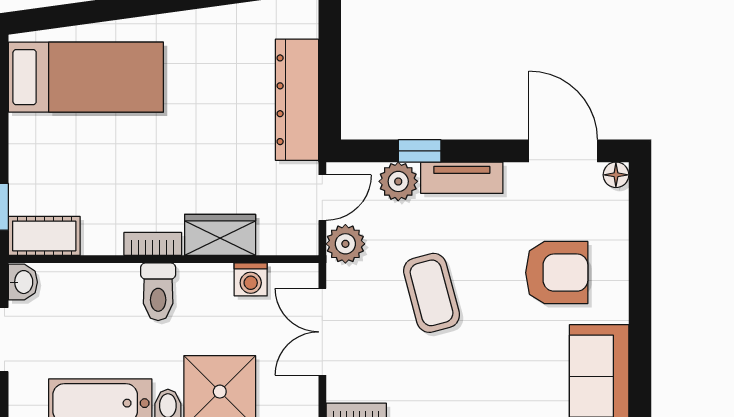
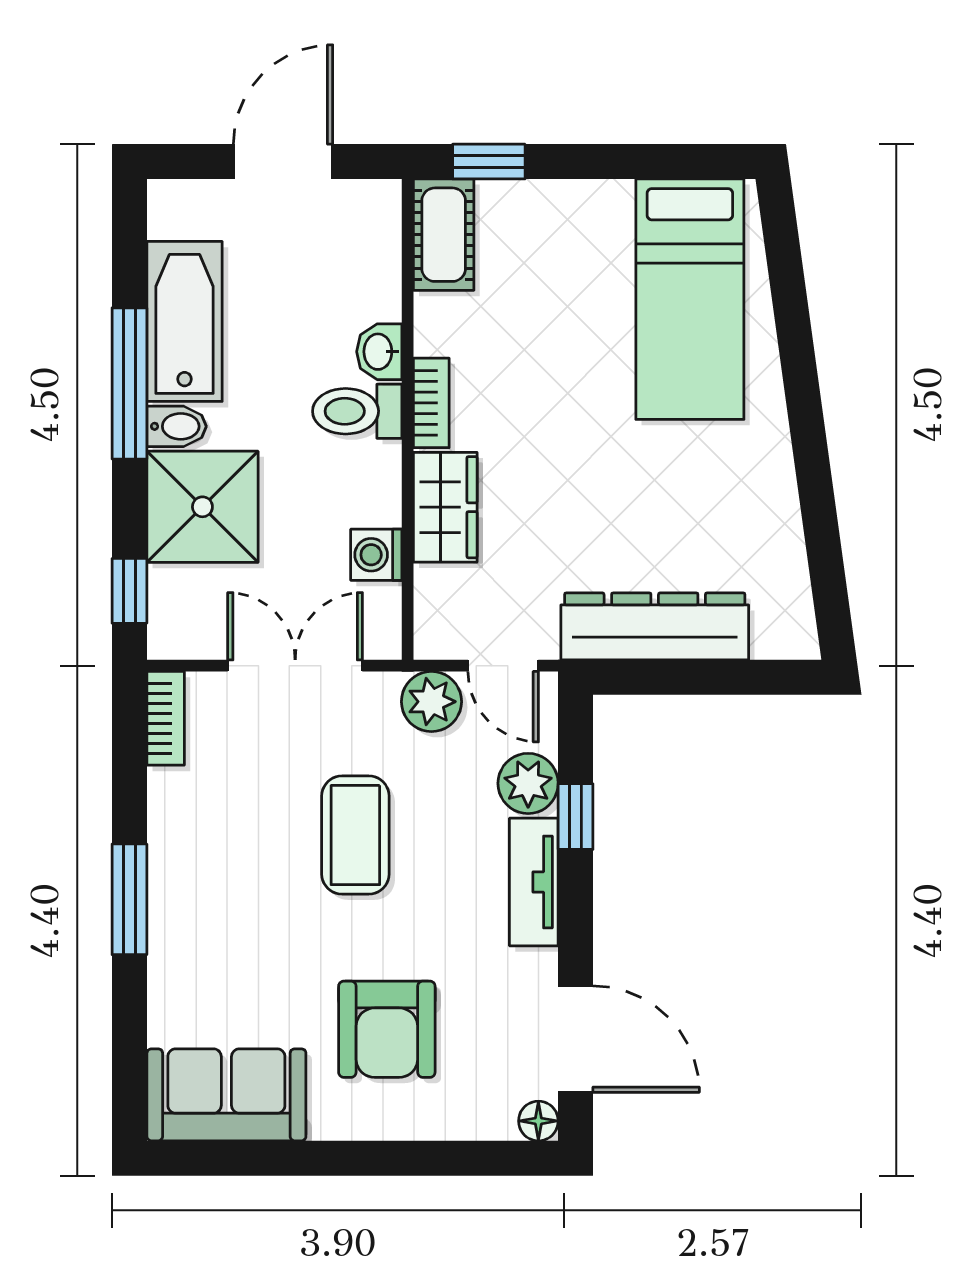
door: (563, 151) -> (576, 1039), hinge flipped
washbasin: (23, 282) -> (379, 352), moved, turned 90
coffee table: (432, 293) -> (355, 835), turned -75

